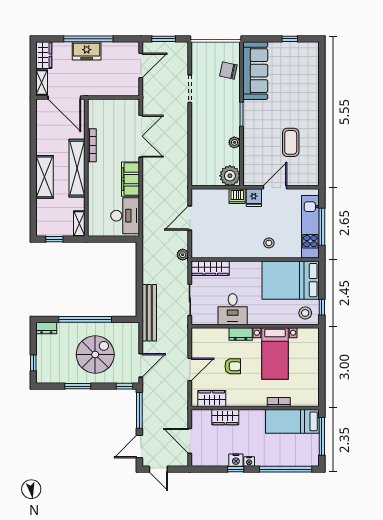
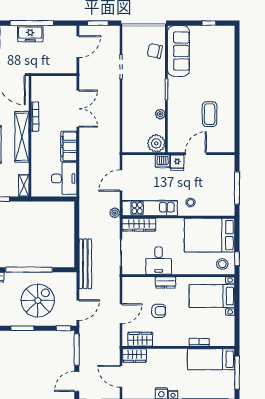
kitchen unit: (310, 227) -> (150, 208), moved, turned 90
bed with nightstands: (275, 353) -> (212, 296), moved, turned 90
wardrobe: (225, 417) -> (134, 355), moved

